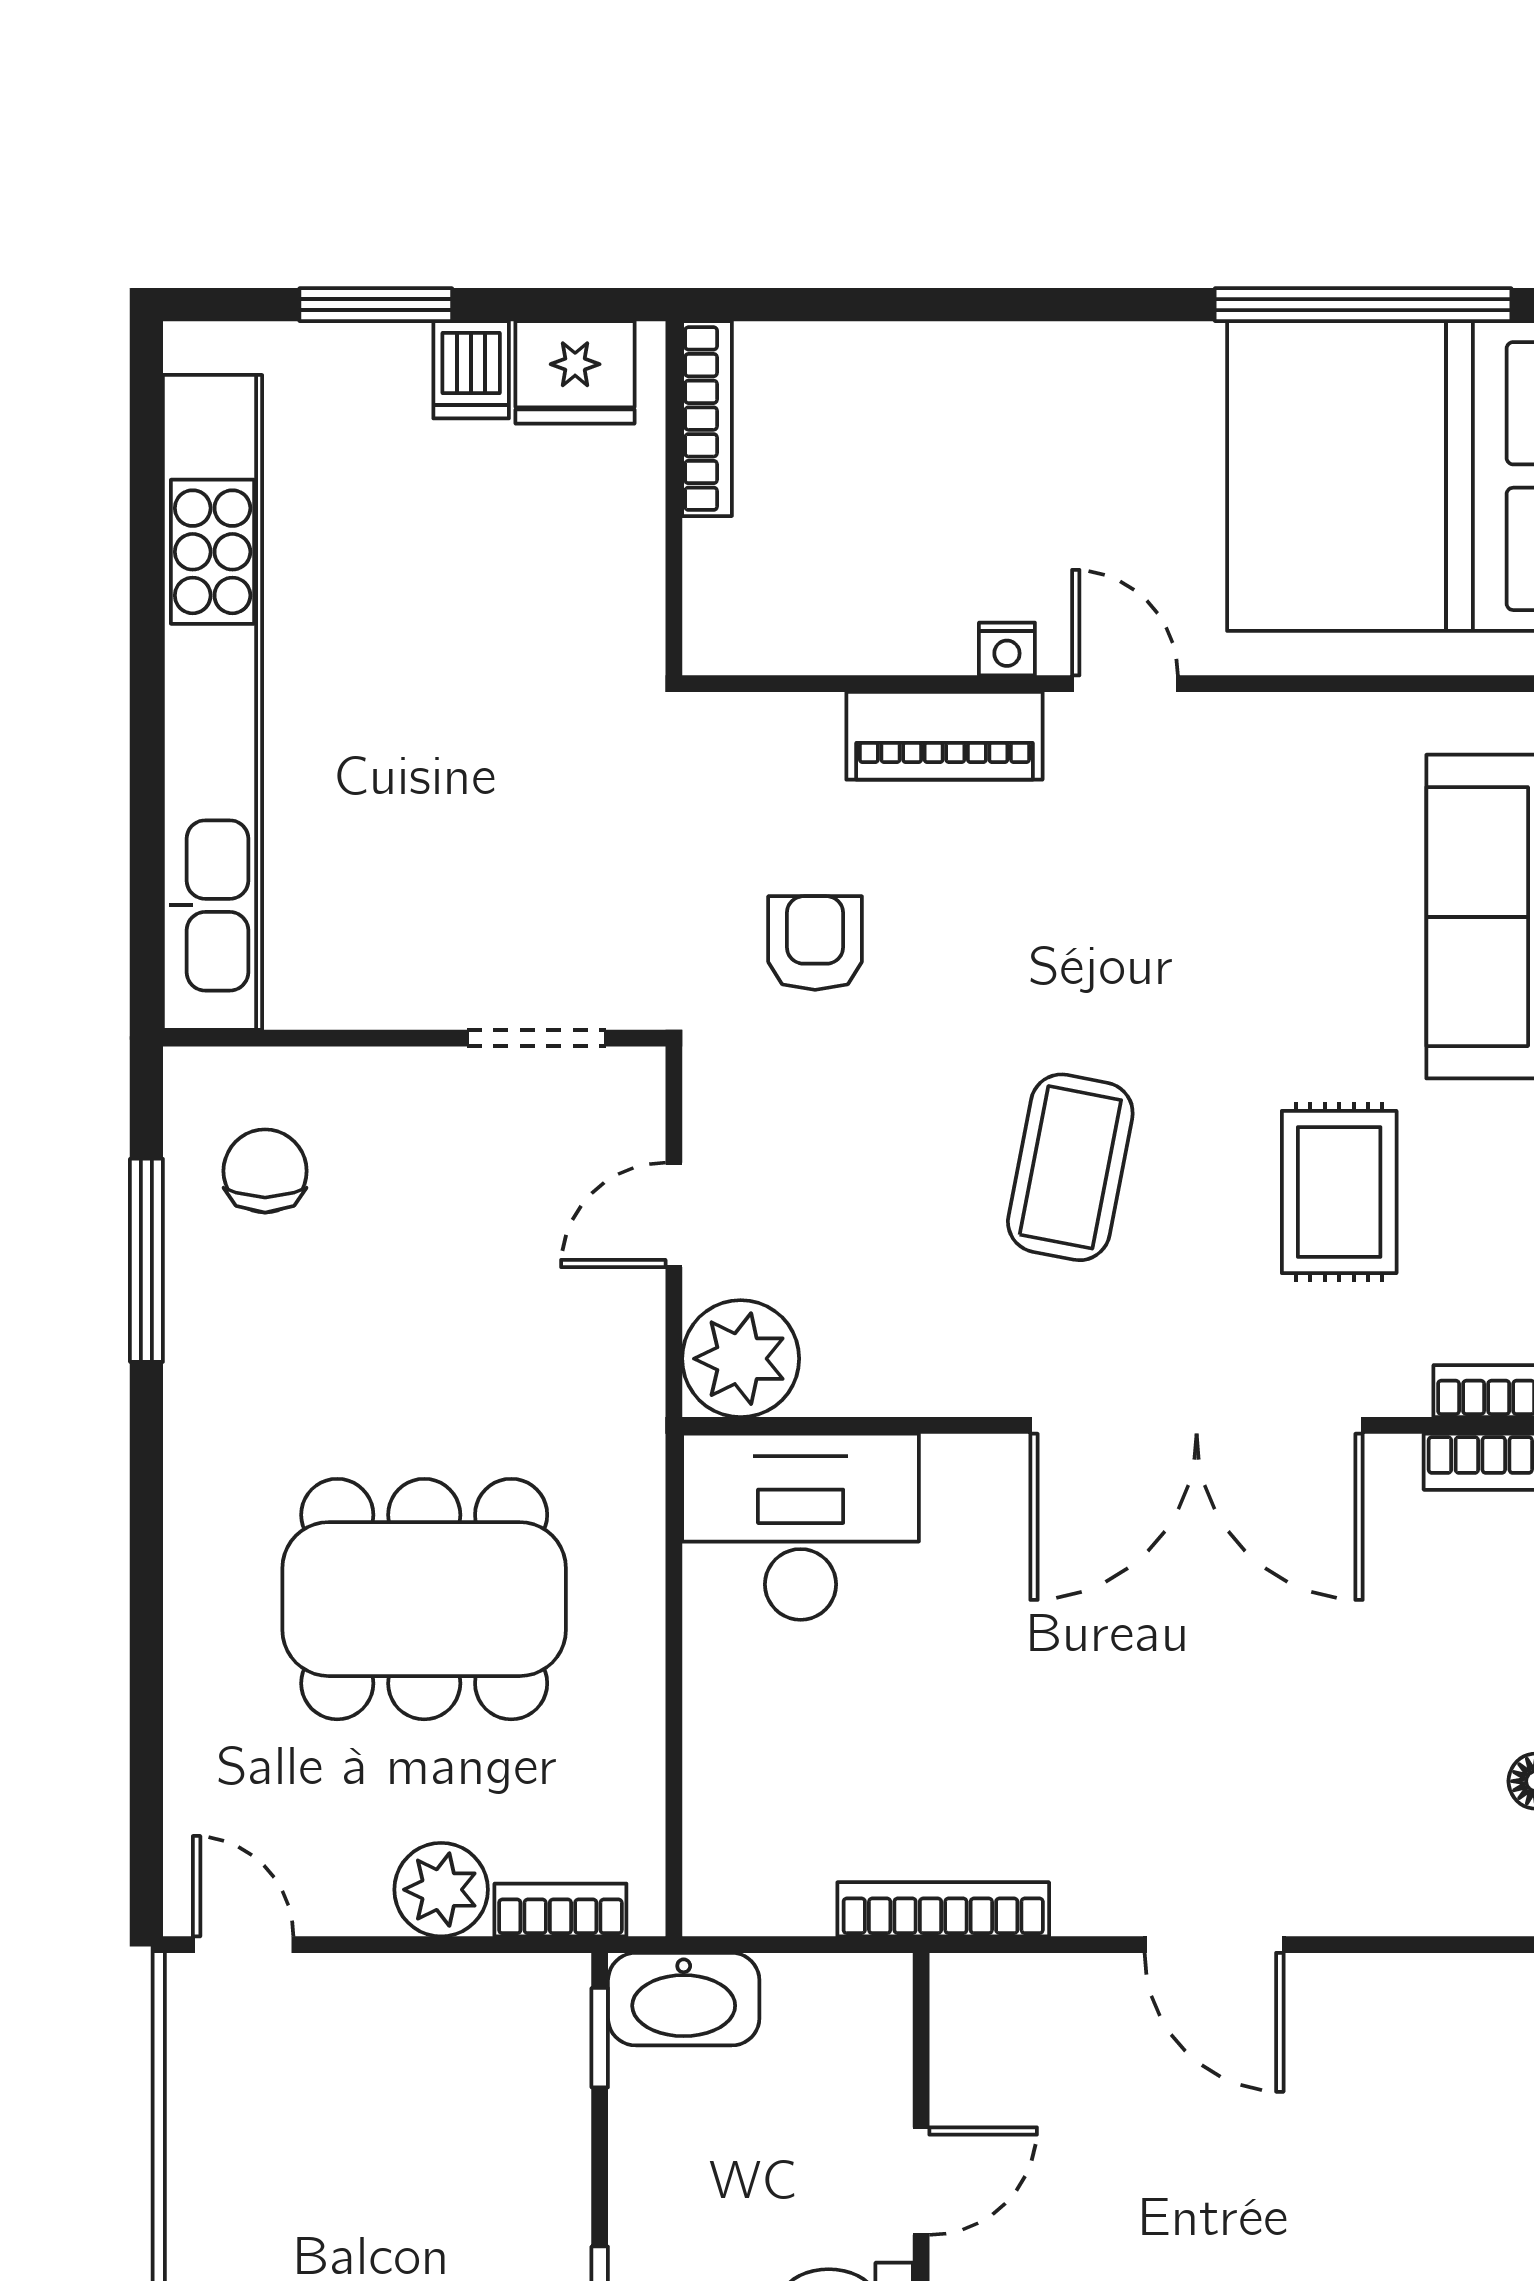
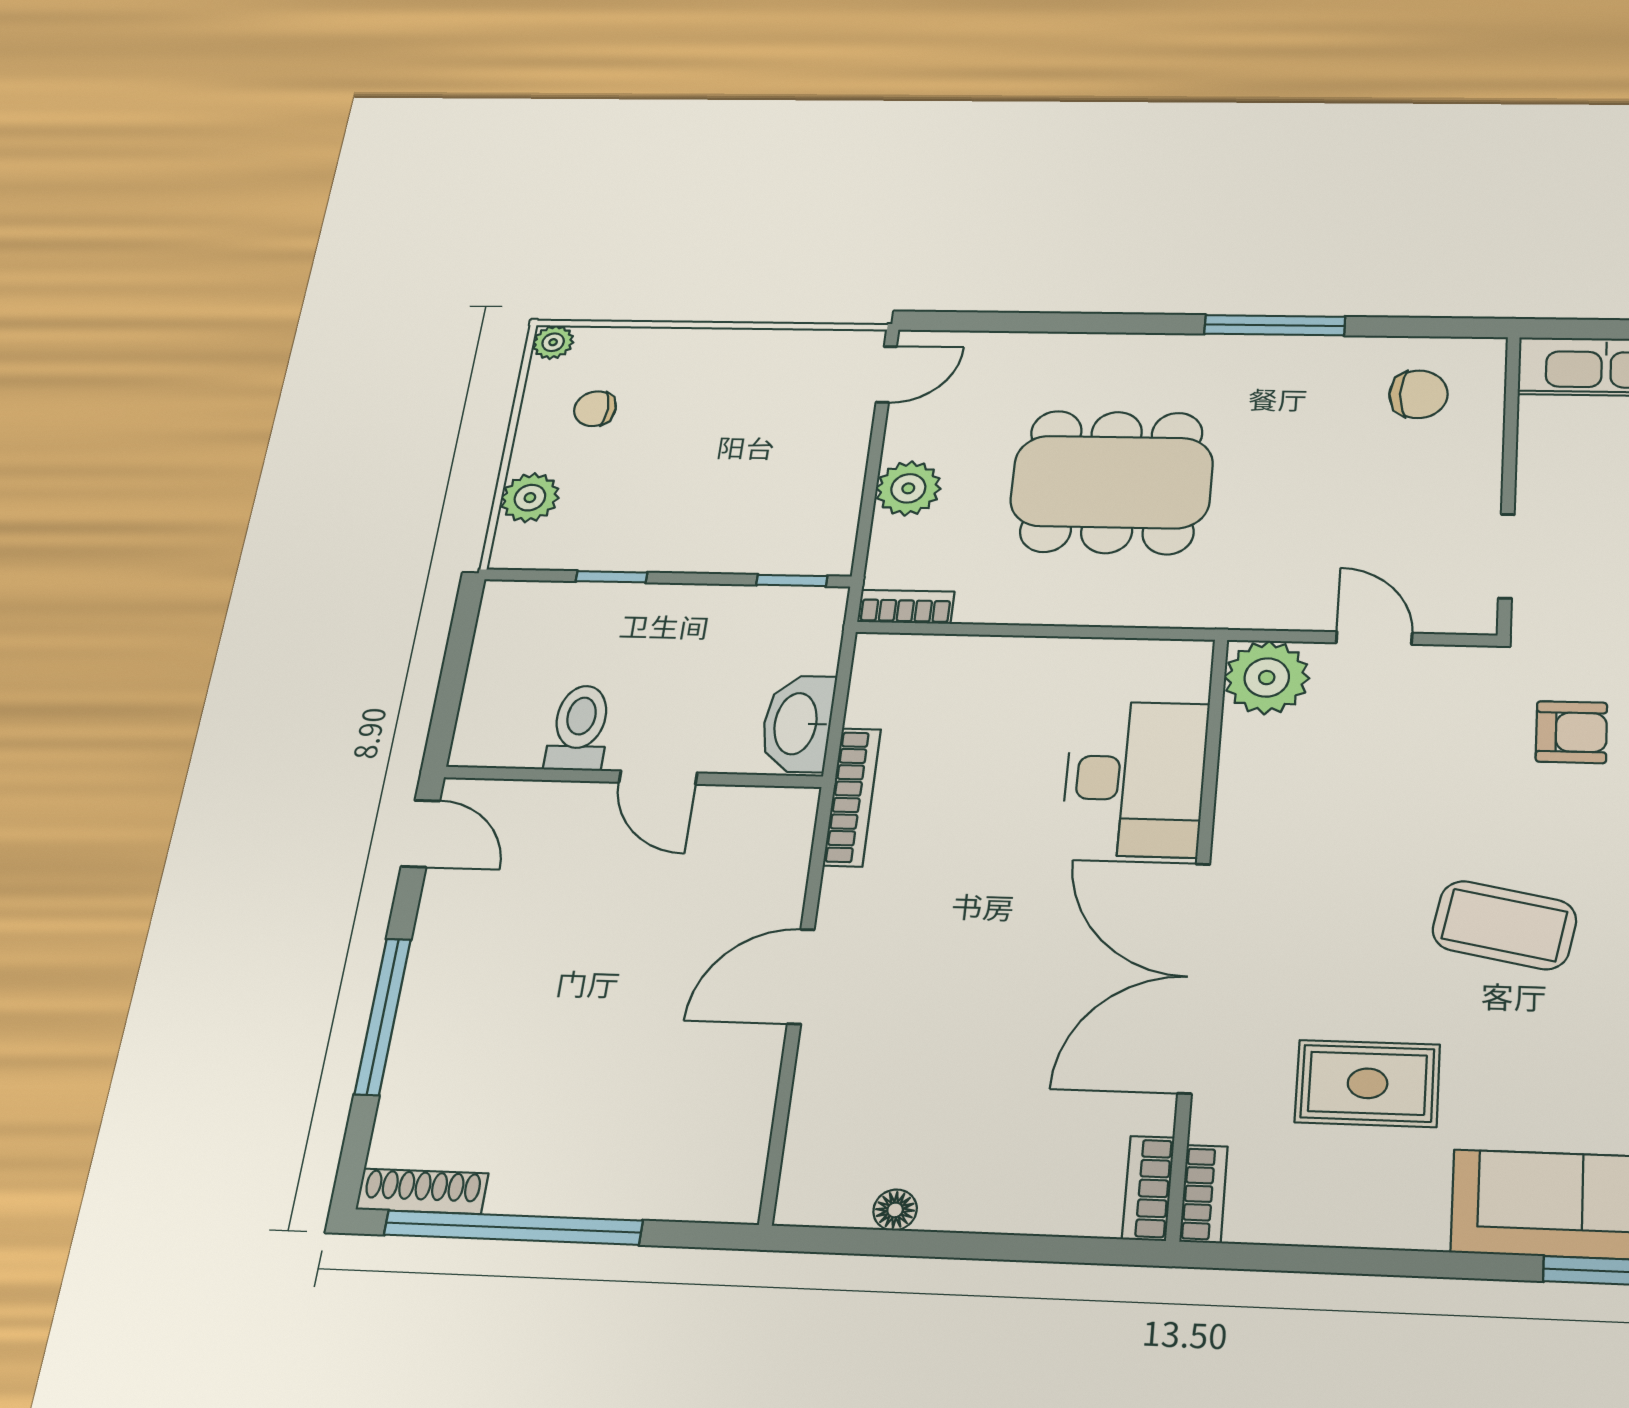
coffee table: (1070, 1167) -> (1504, 925), moved
window: (146, 1260) -> (1275, 325), moved
desk: (801, 1527) -> (1135, 779), moved
dining table: (424, 1599) -> (1112, 482), turned 90
bookcase: (560, 1910) -> (906, 607), moved, turned -90
washbasin: (684, 1999) -> (797, 724), moved

